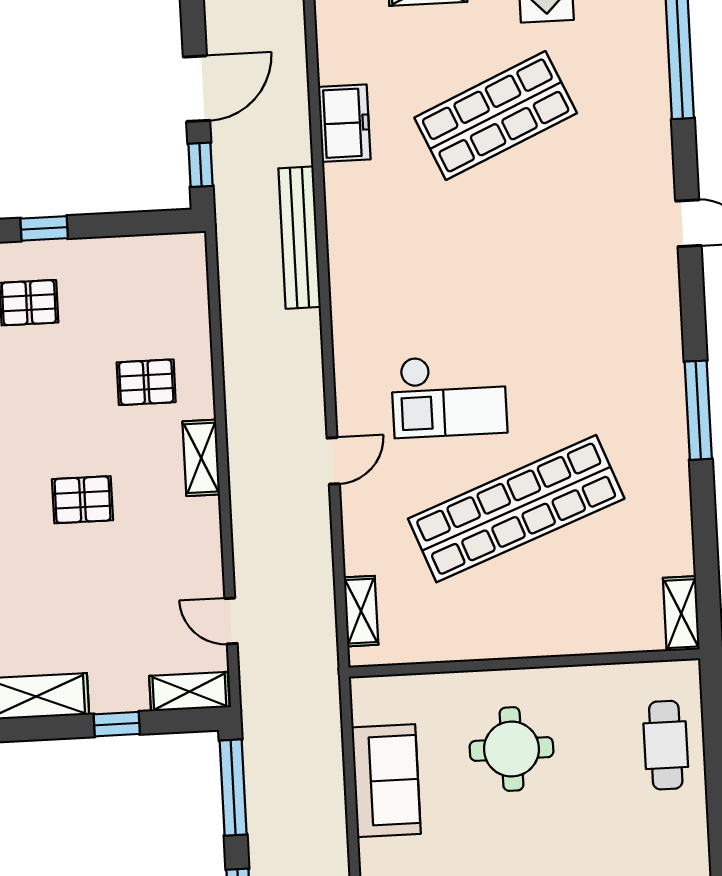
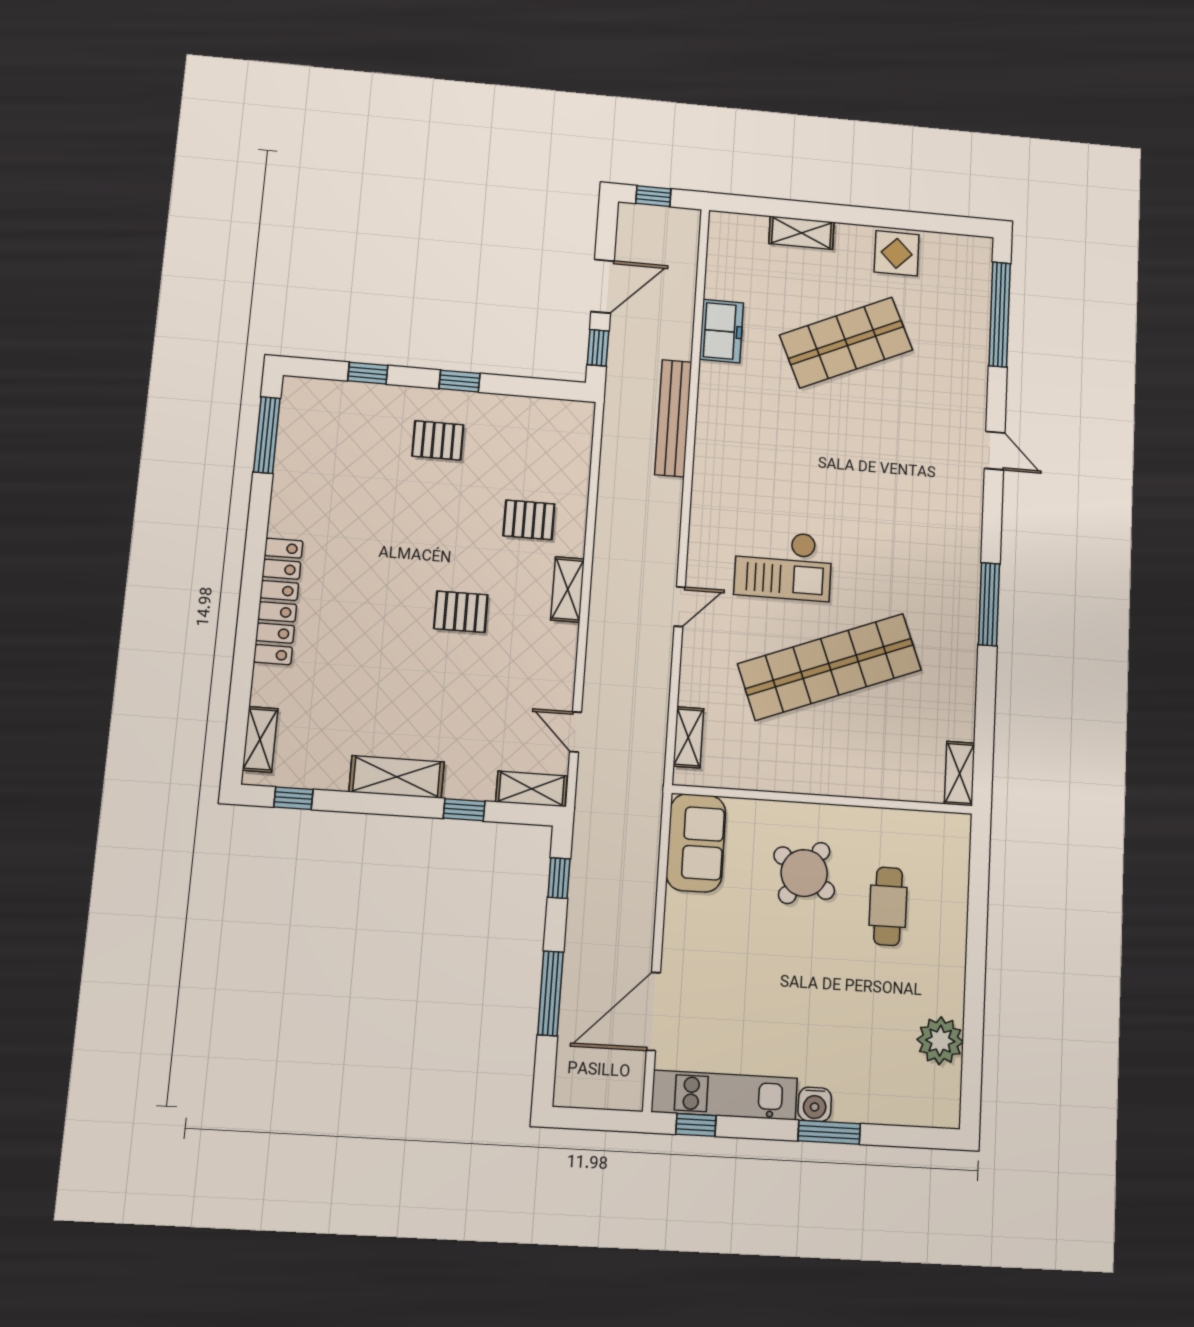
cafe table: (666, 745) -> (888, 906), moved
round table: (511, 749) -> (804, 873), turned 35
sofa: (386, 781) -> (696, 843), moved
window: (233, 787) -> (559, 878), width x0.46

